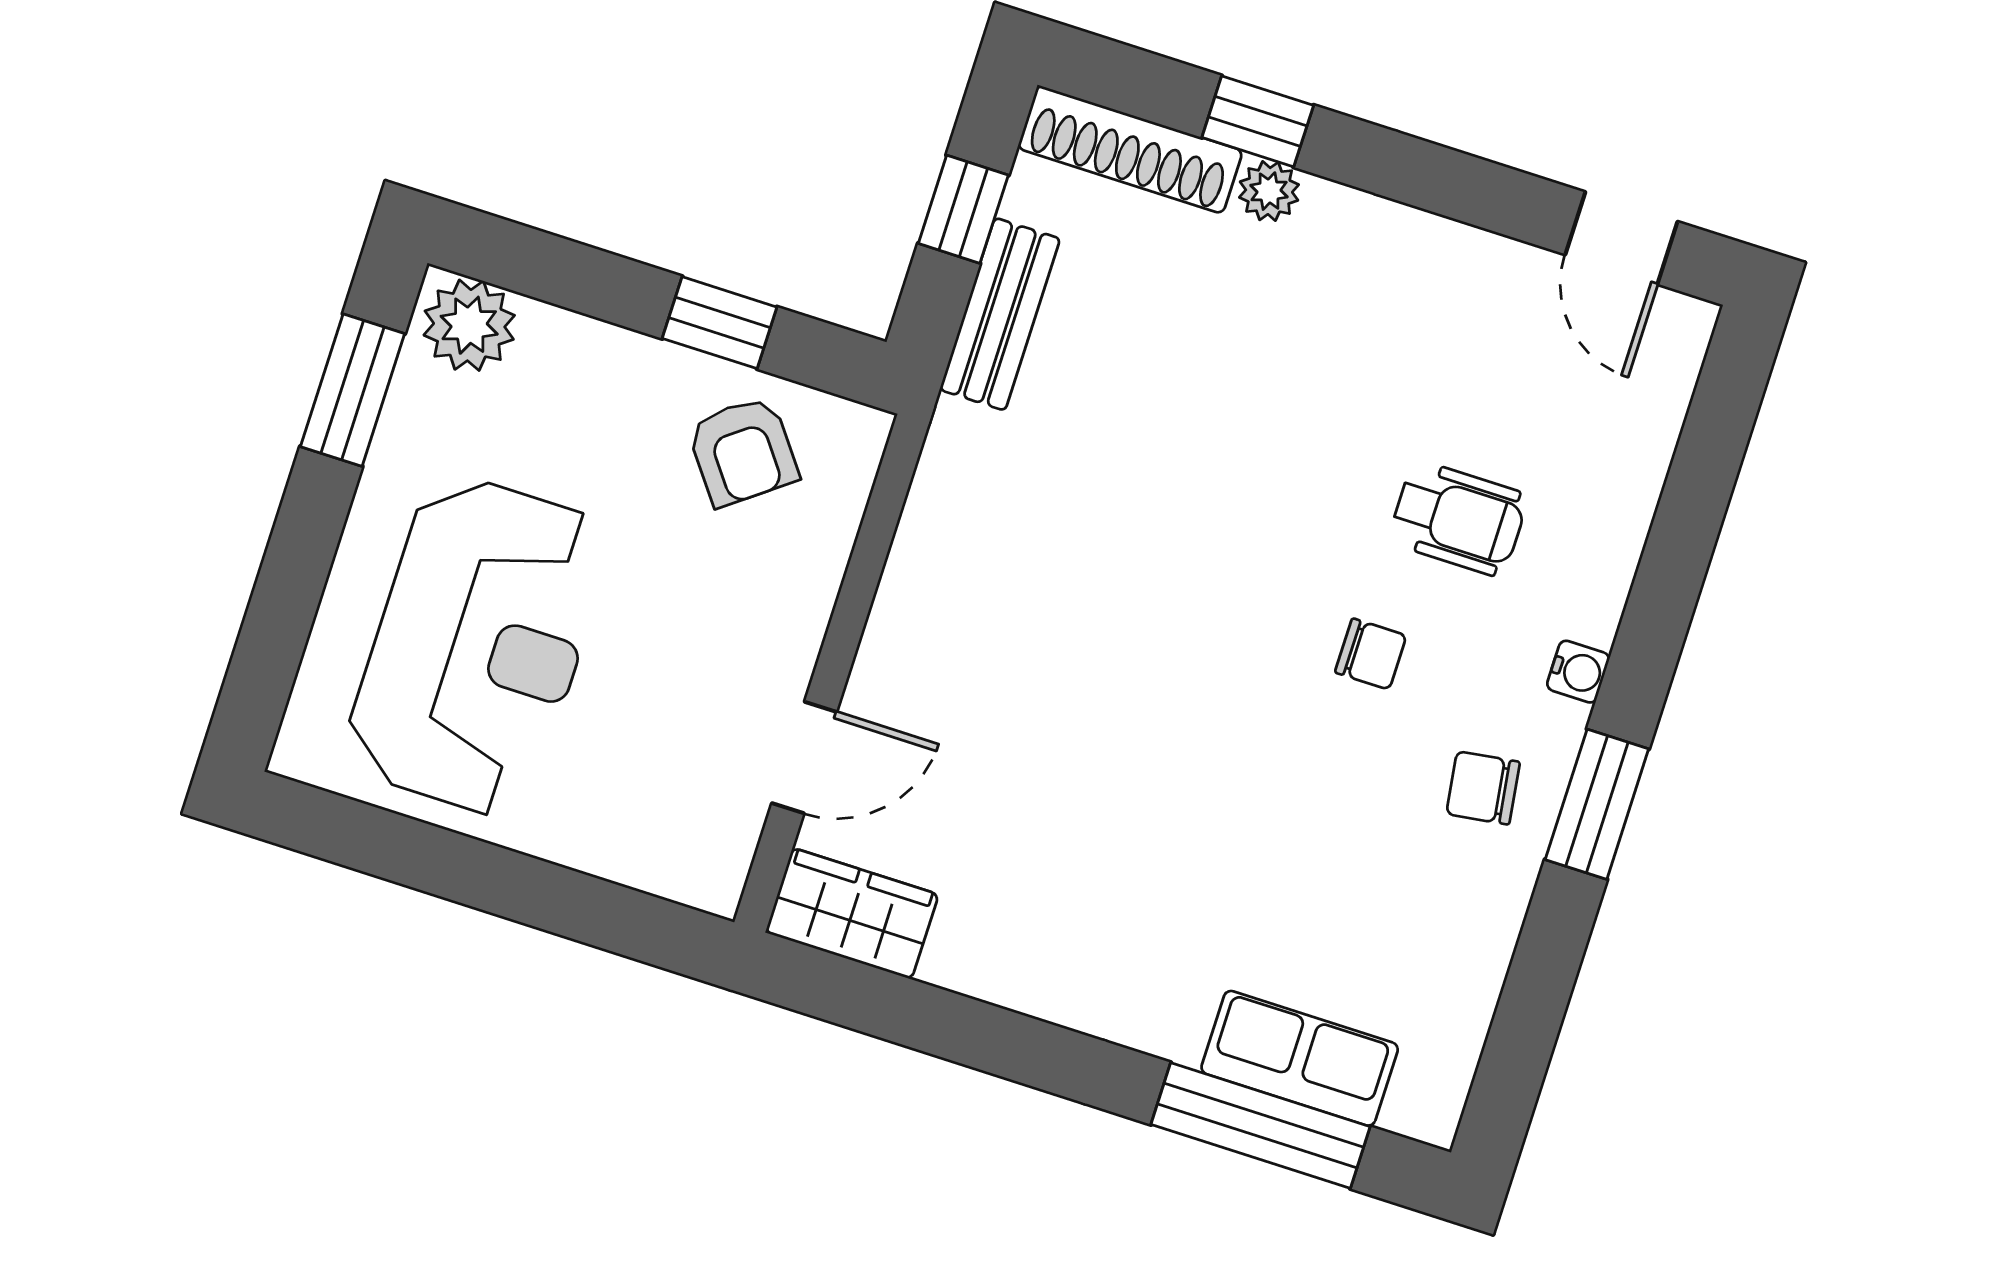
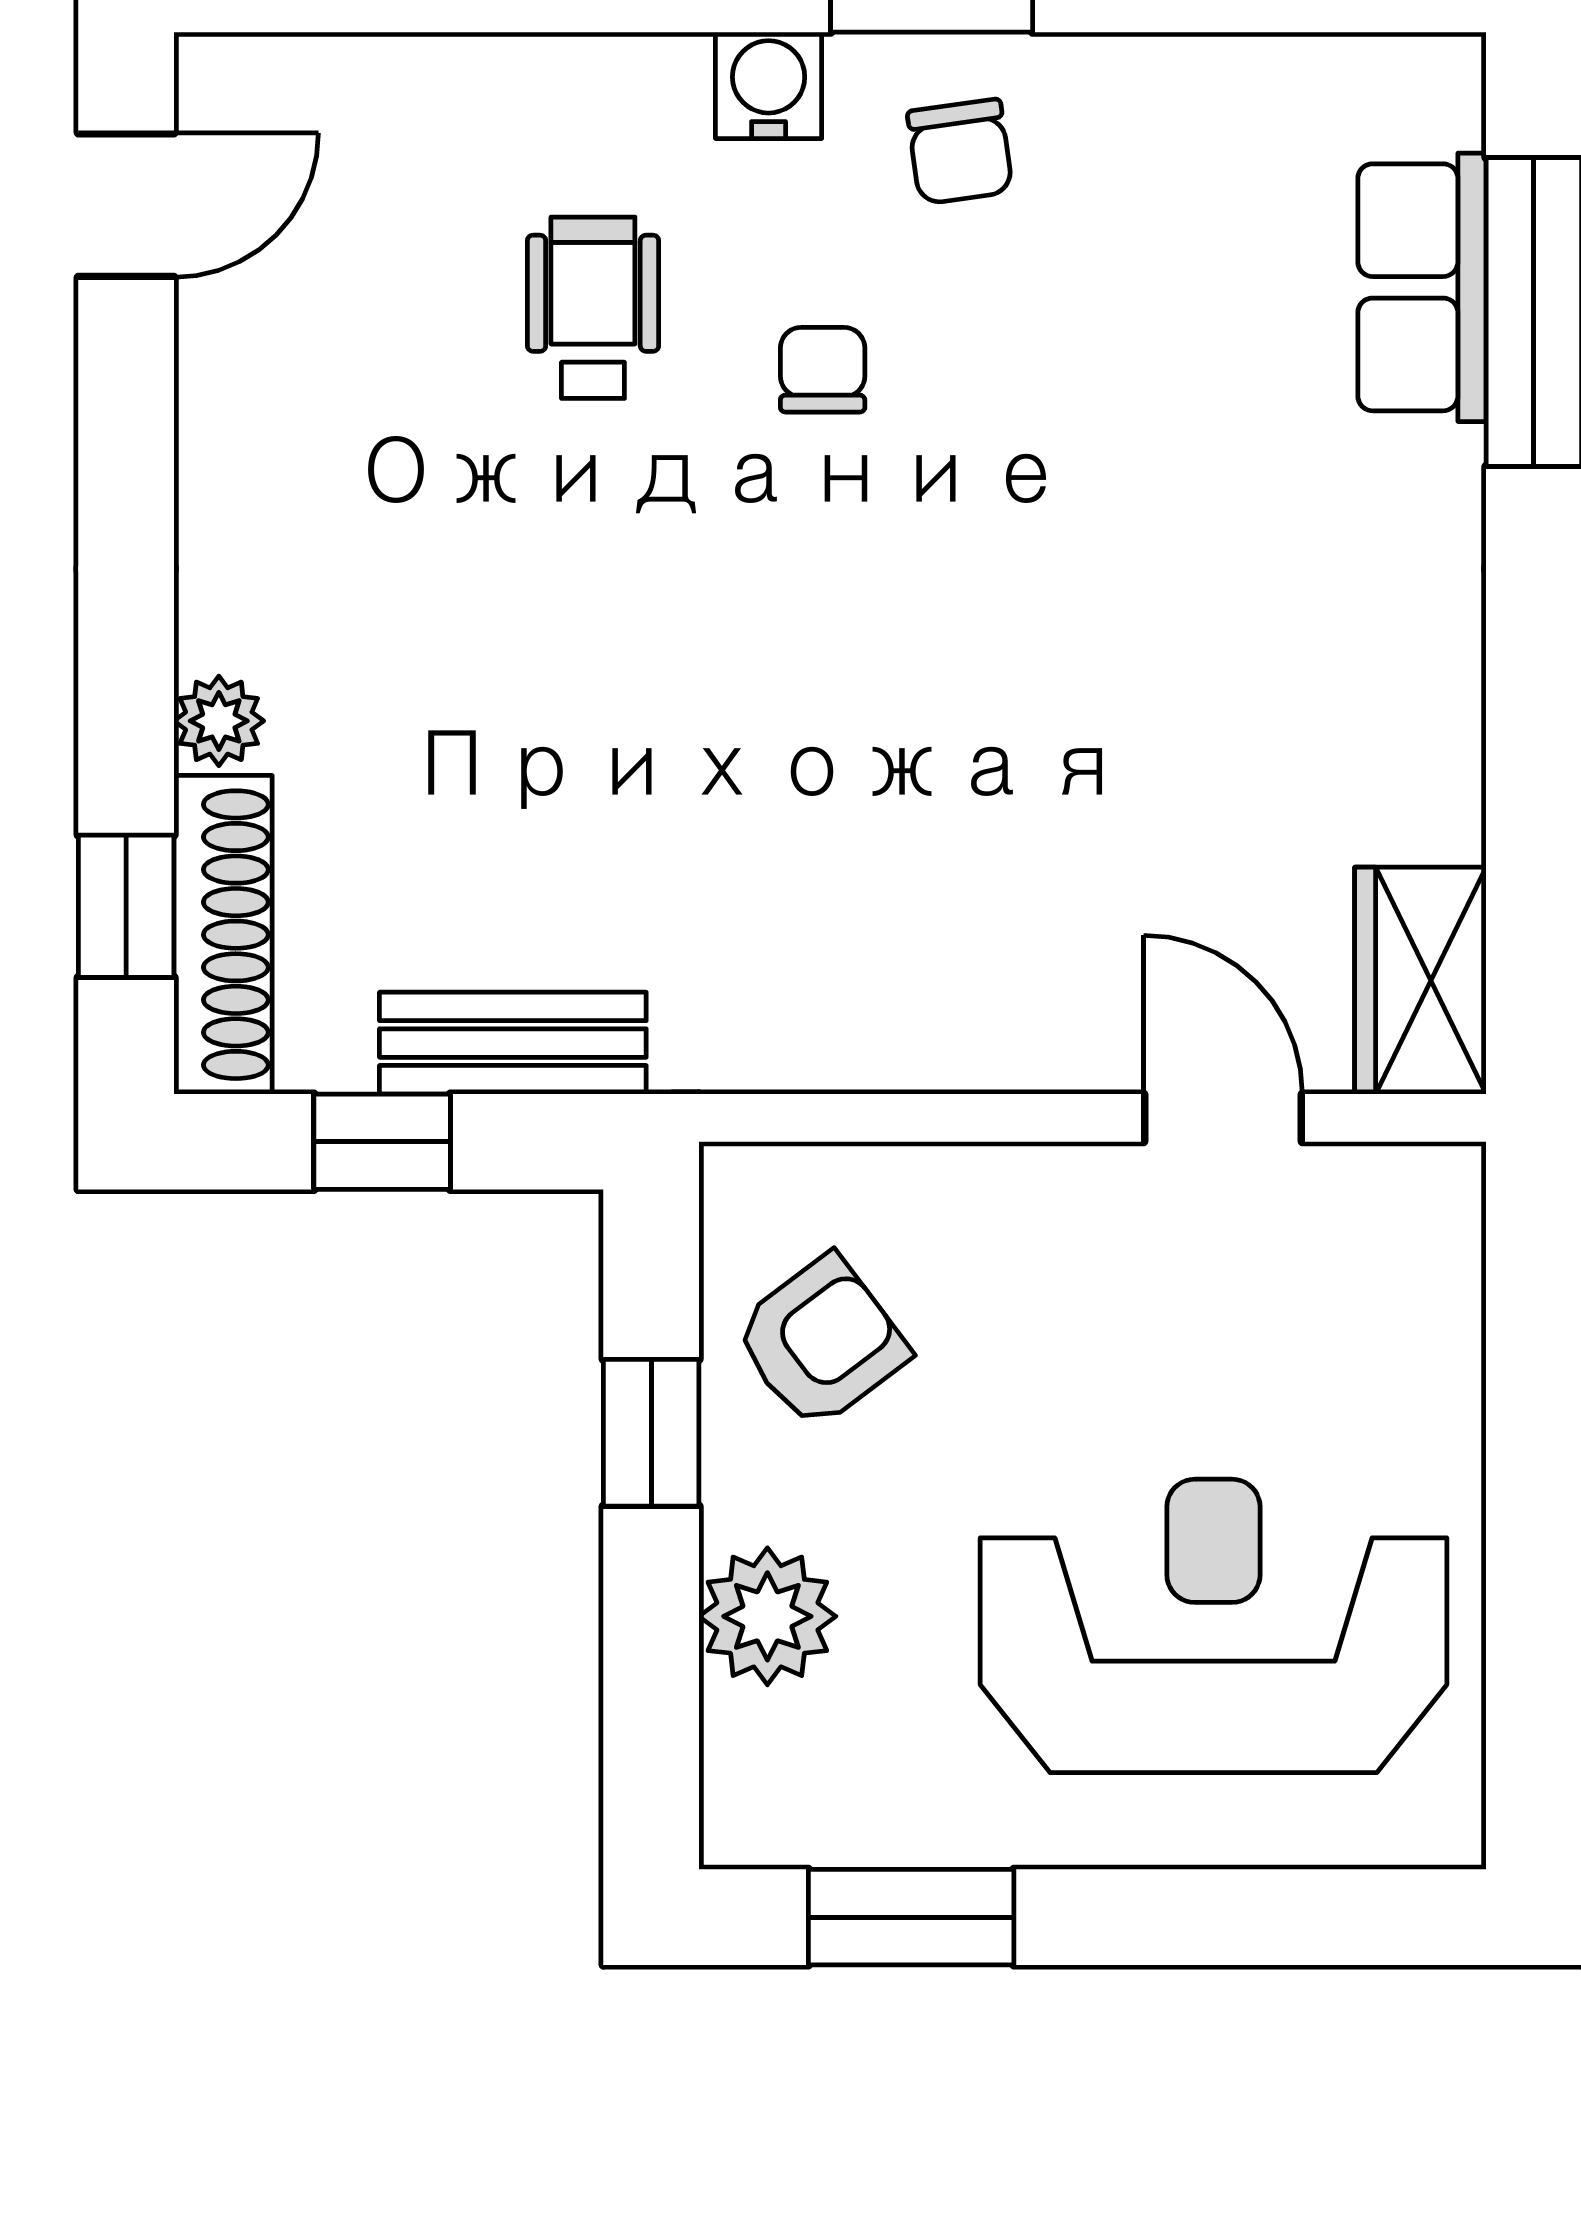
window: (1258, 121) -> (126, 906), moved
plant: (469, 325) -> (767, 1616), moved
water cooler: (1578, 672) -> (769, 85), width x1.38, depth x1.38

